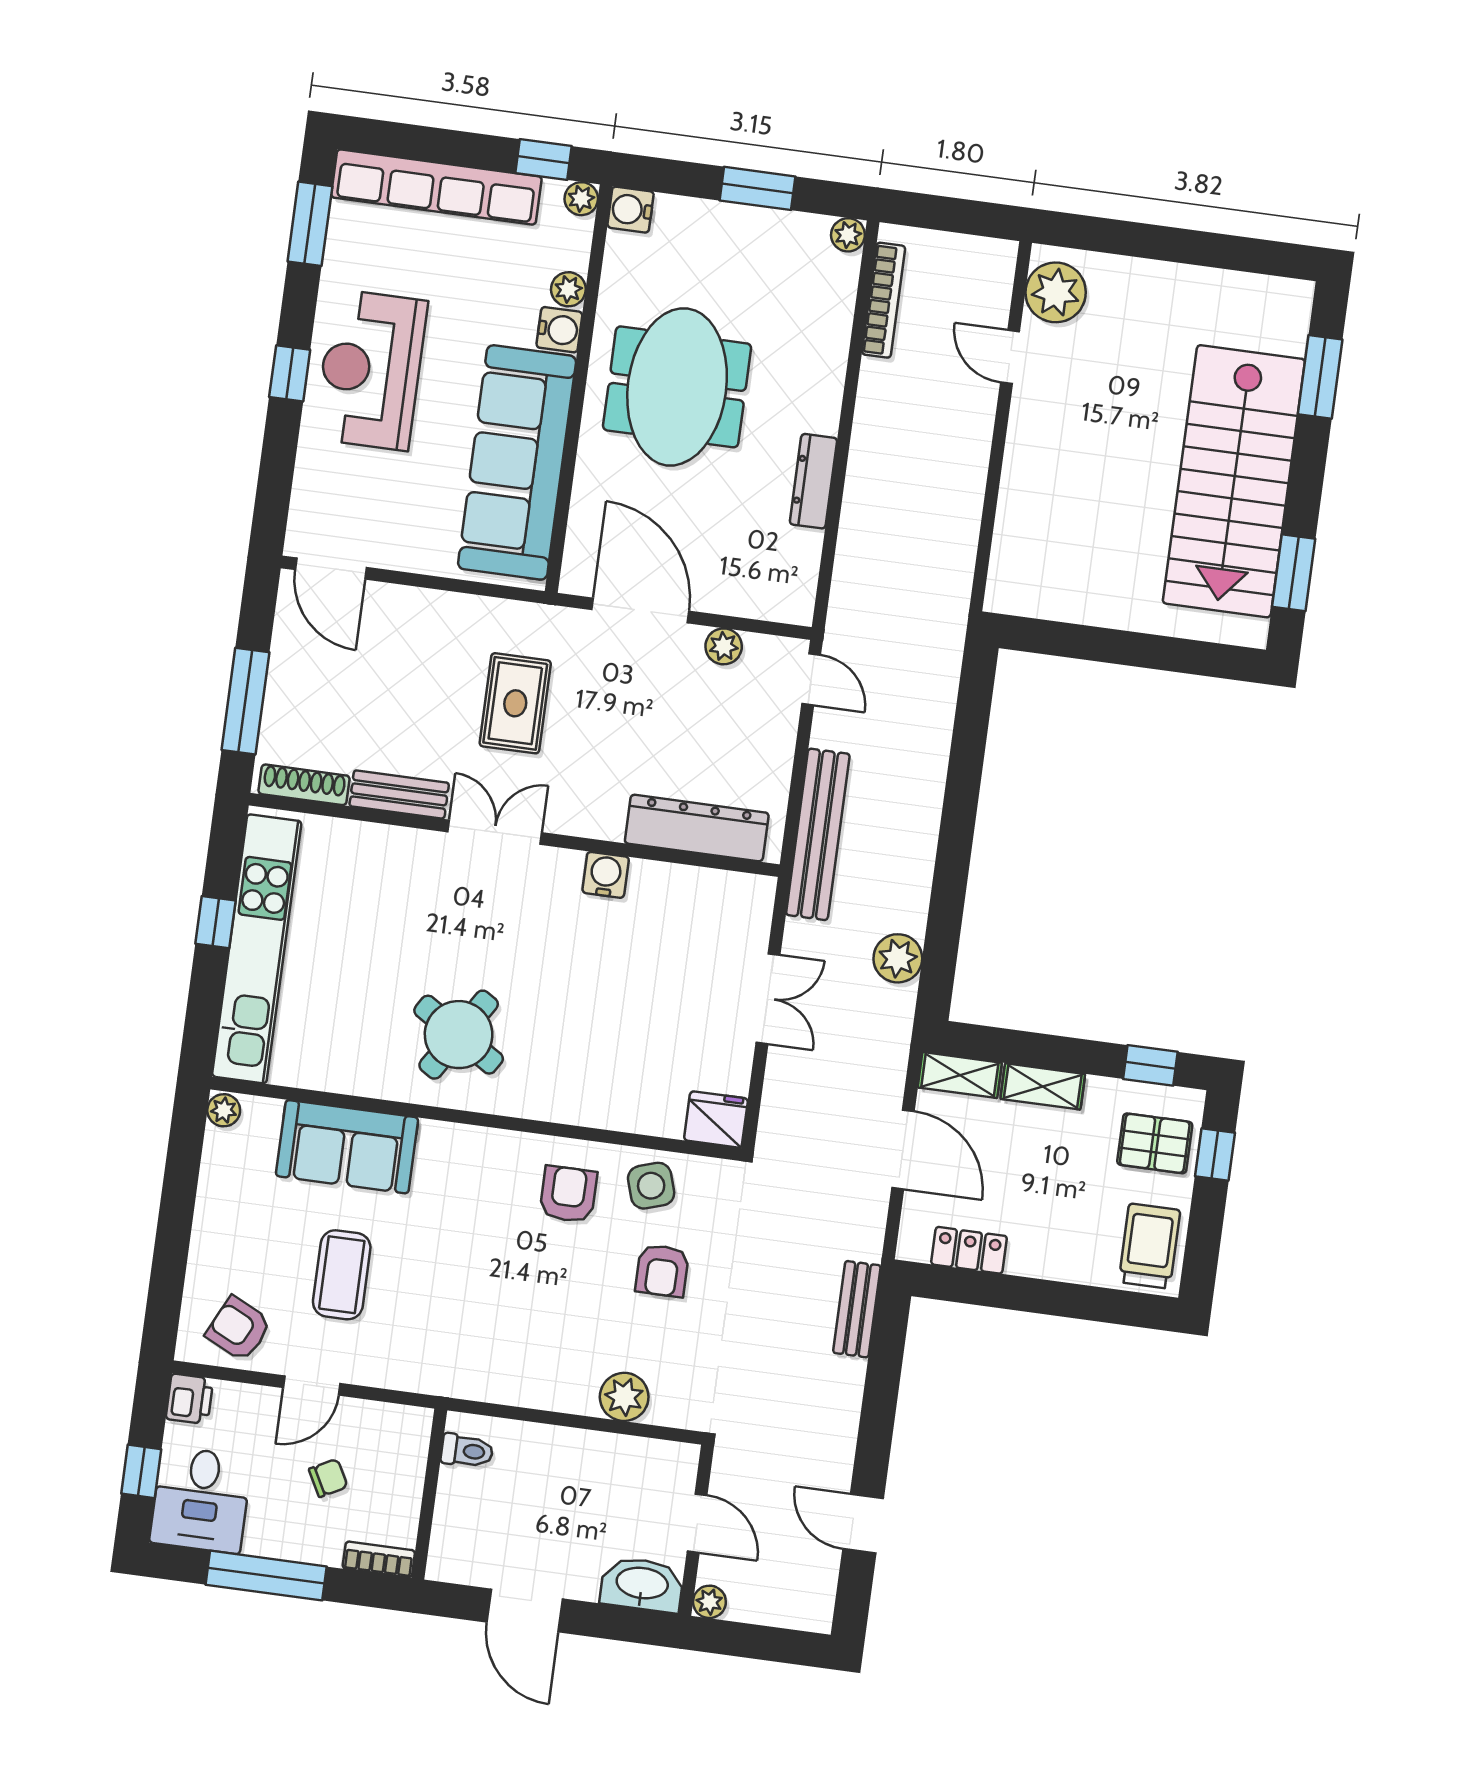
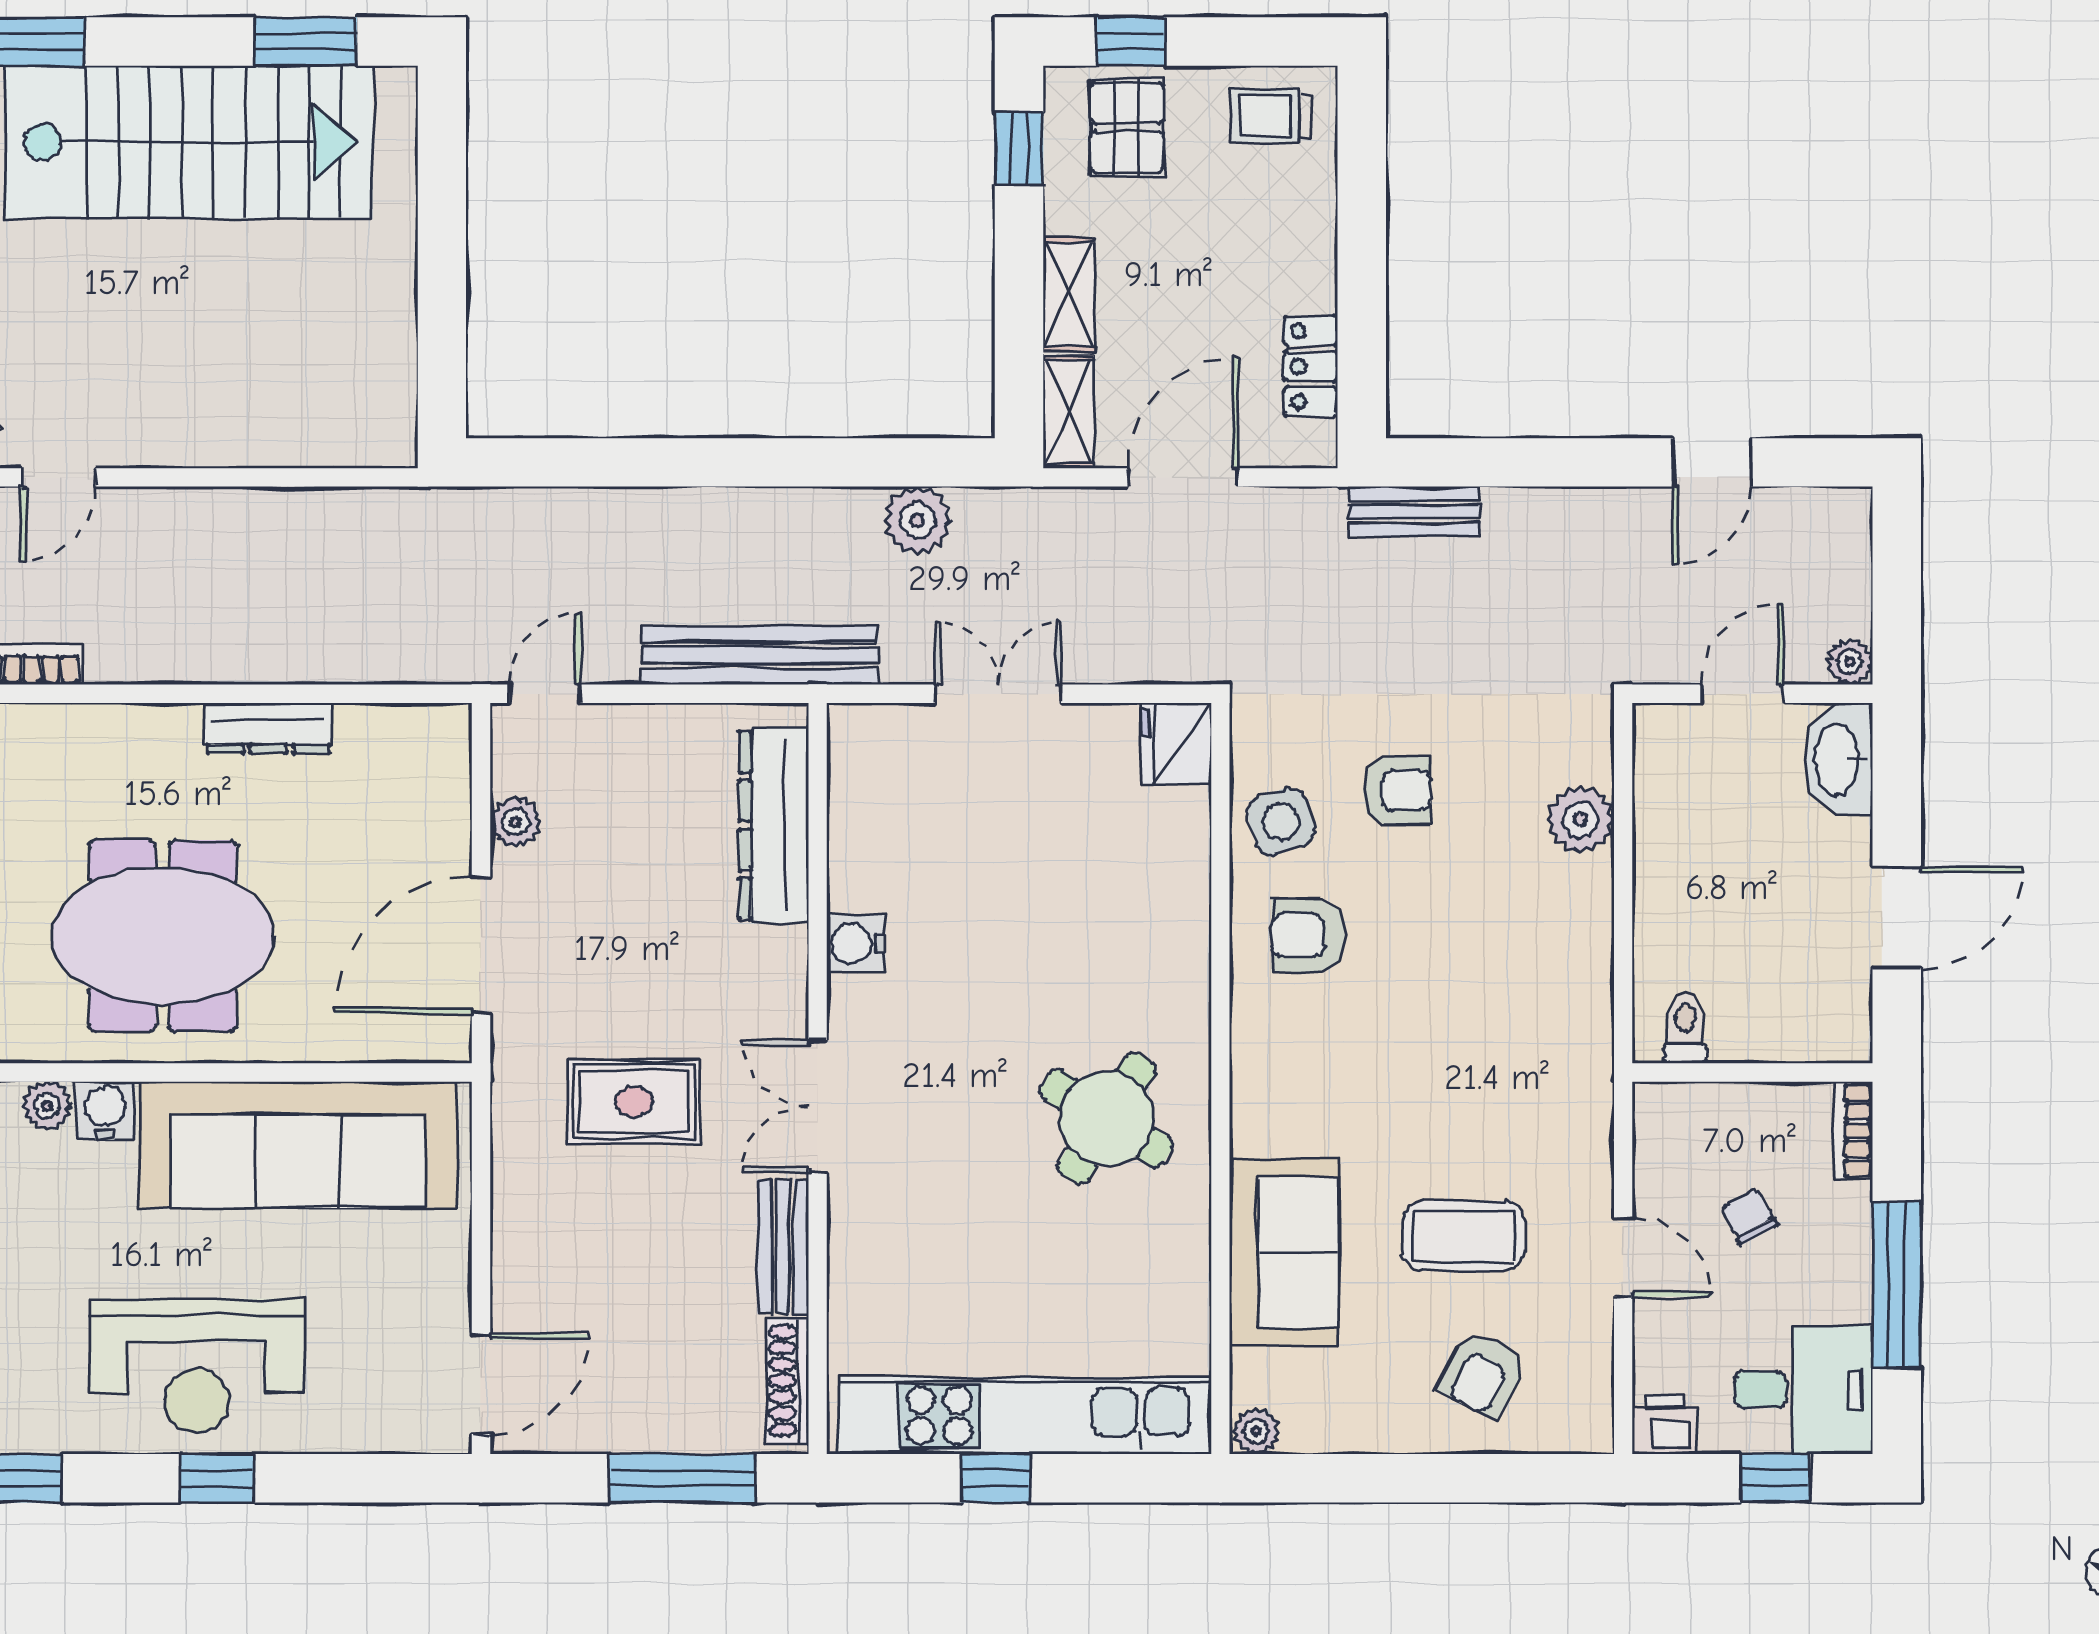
trolley: (1149, 1246) -> (1271, 116), width x0.73, depth x0.72
armchair: (239, 1329) -> (1482, 1374), moved

